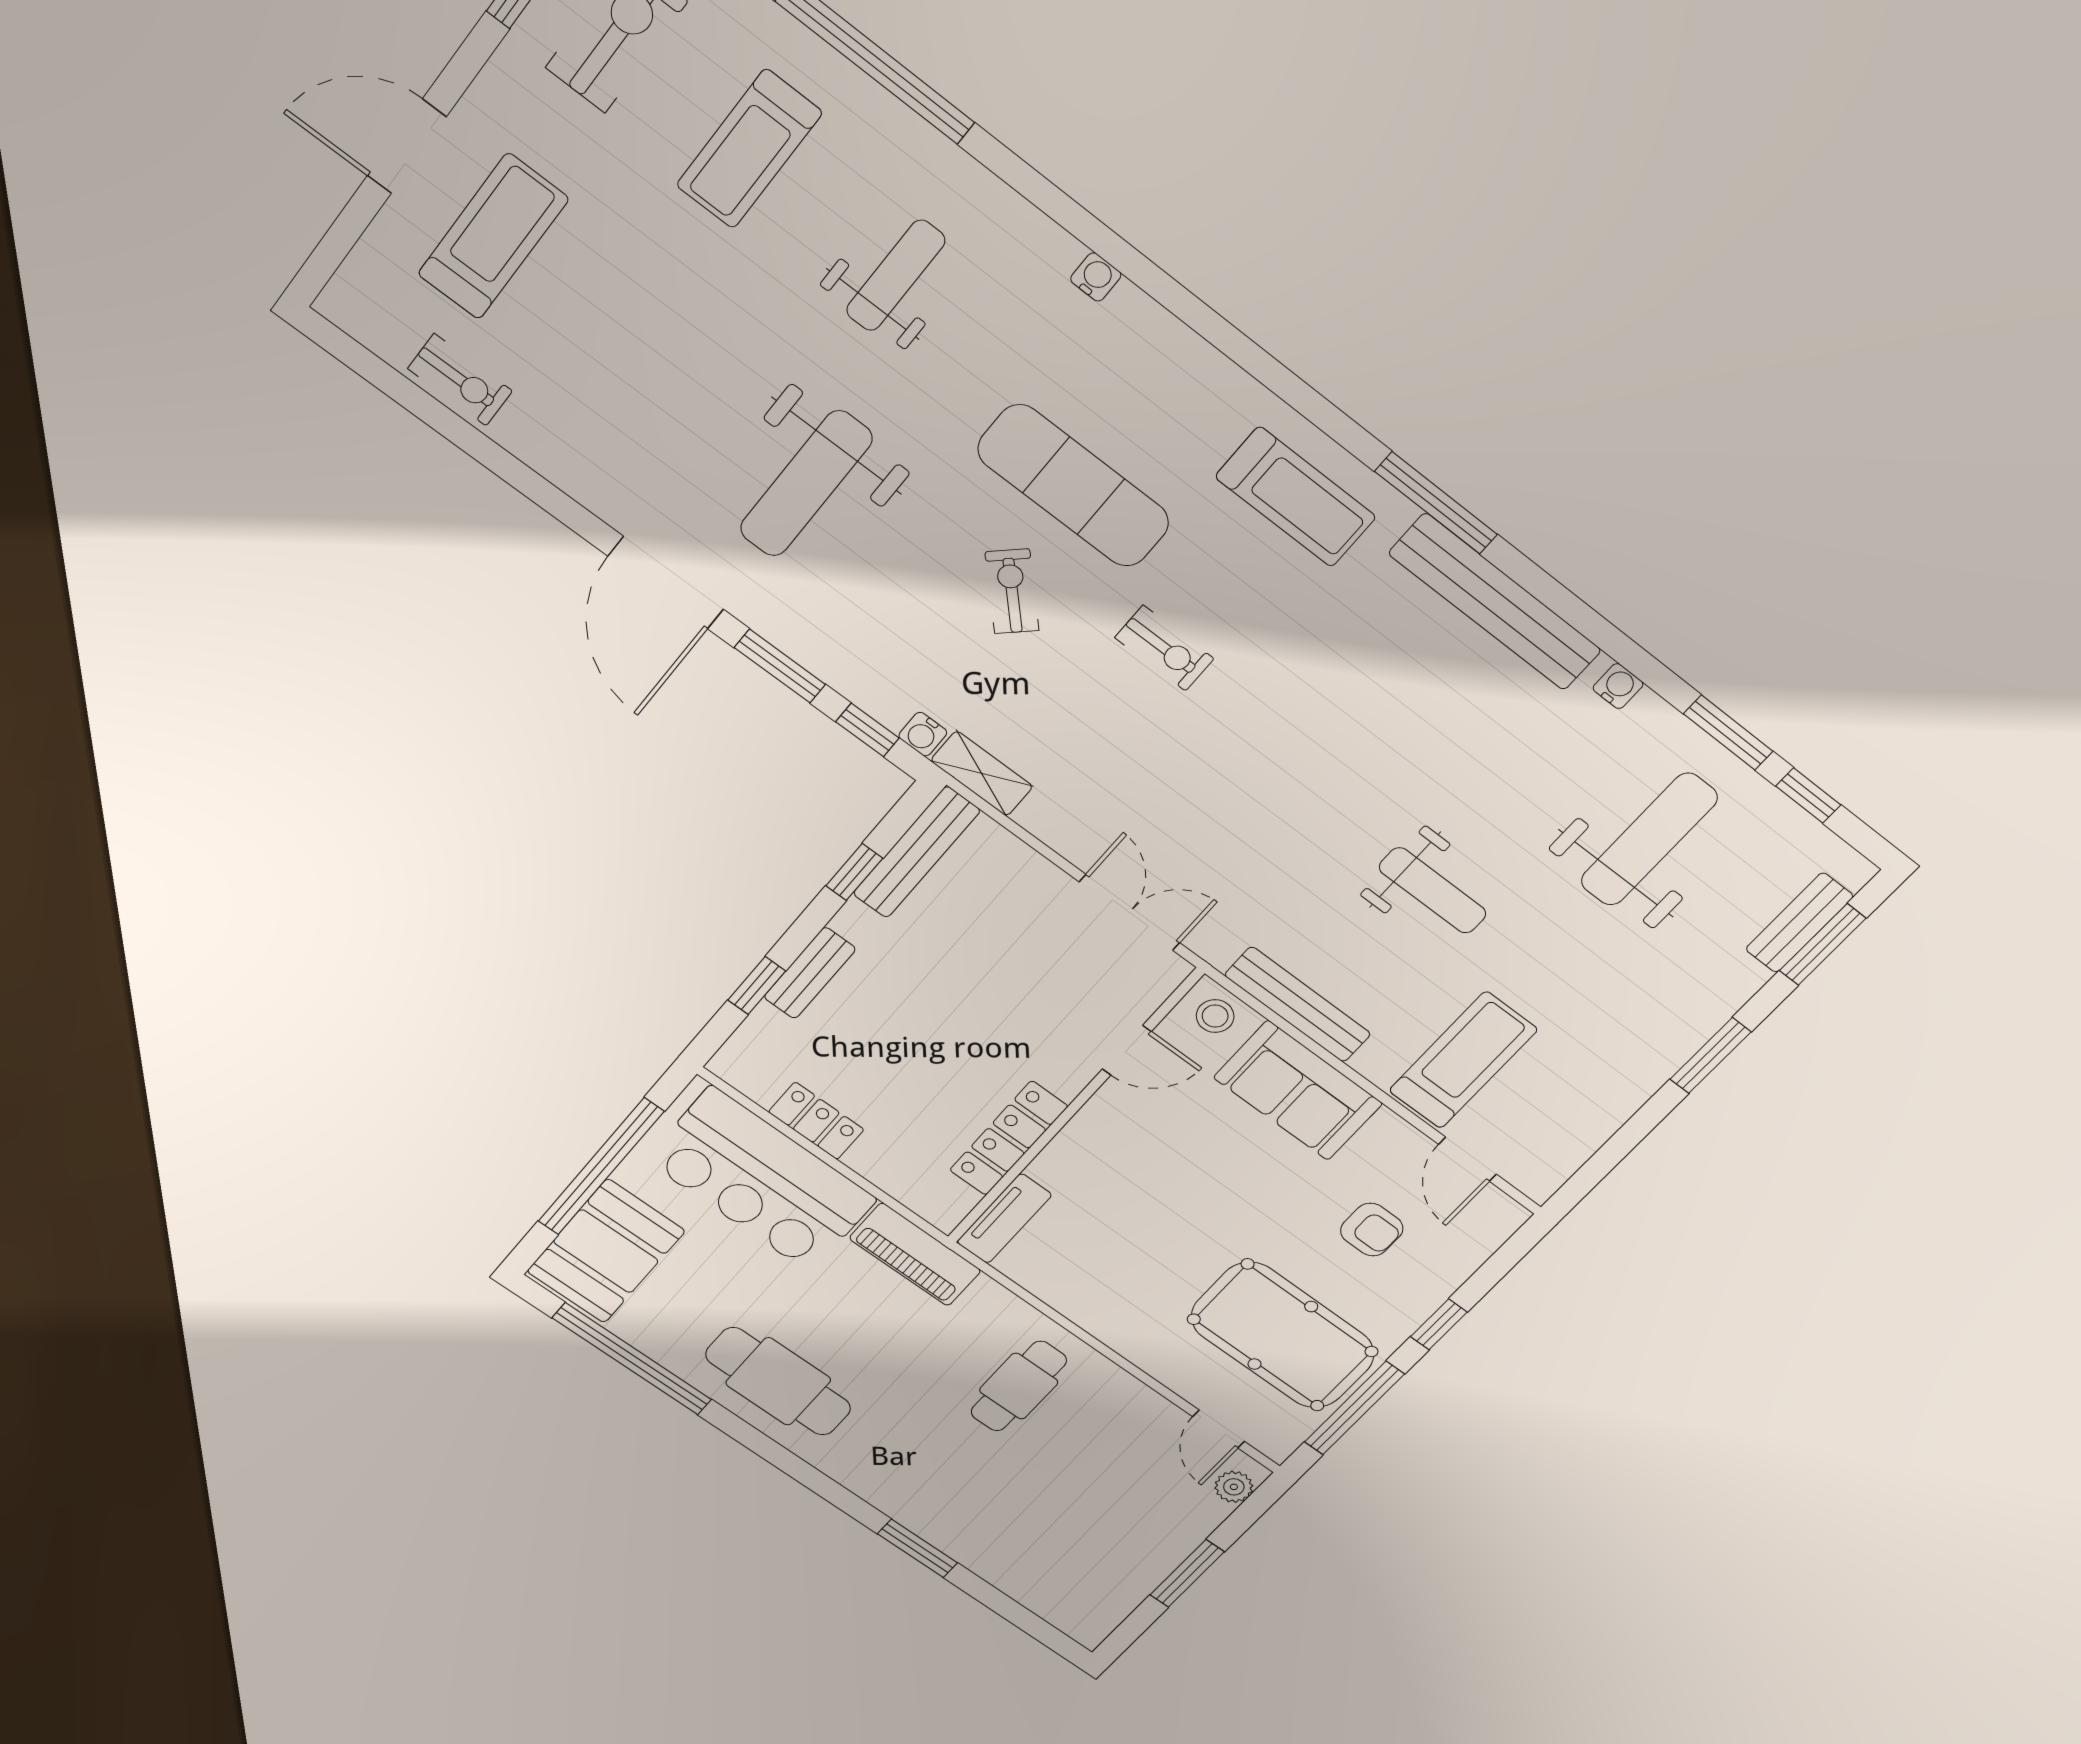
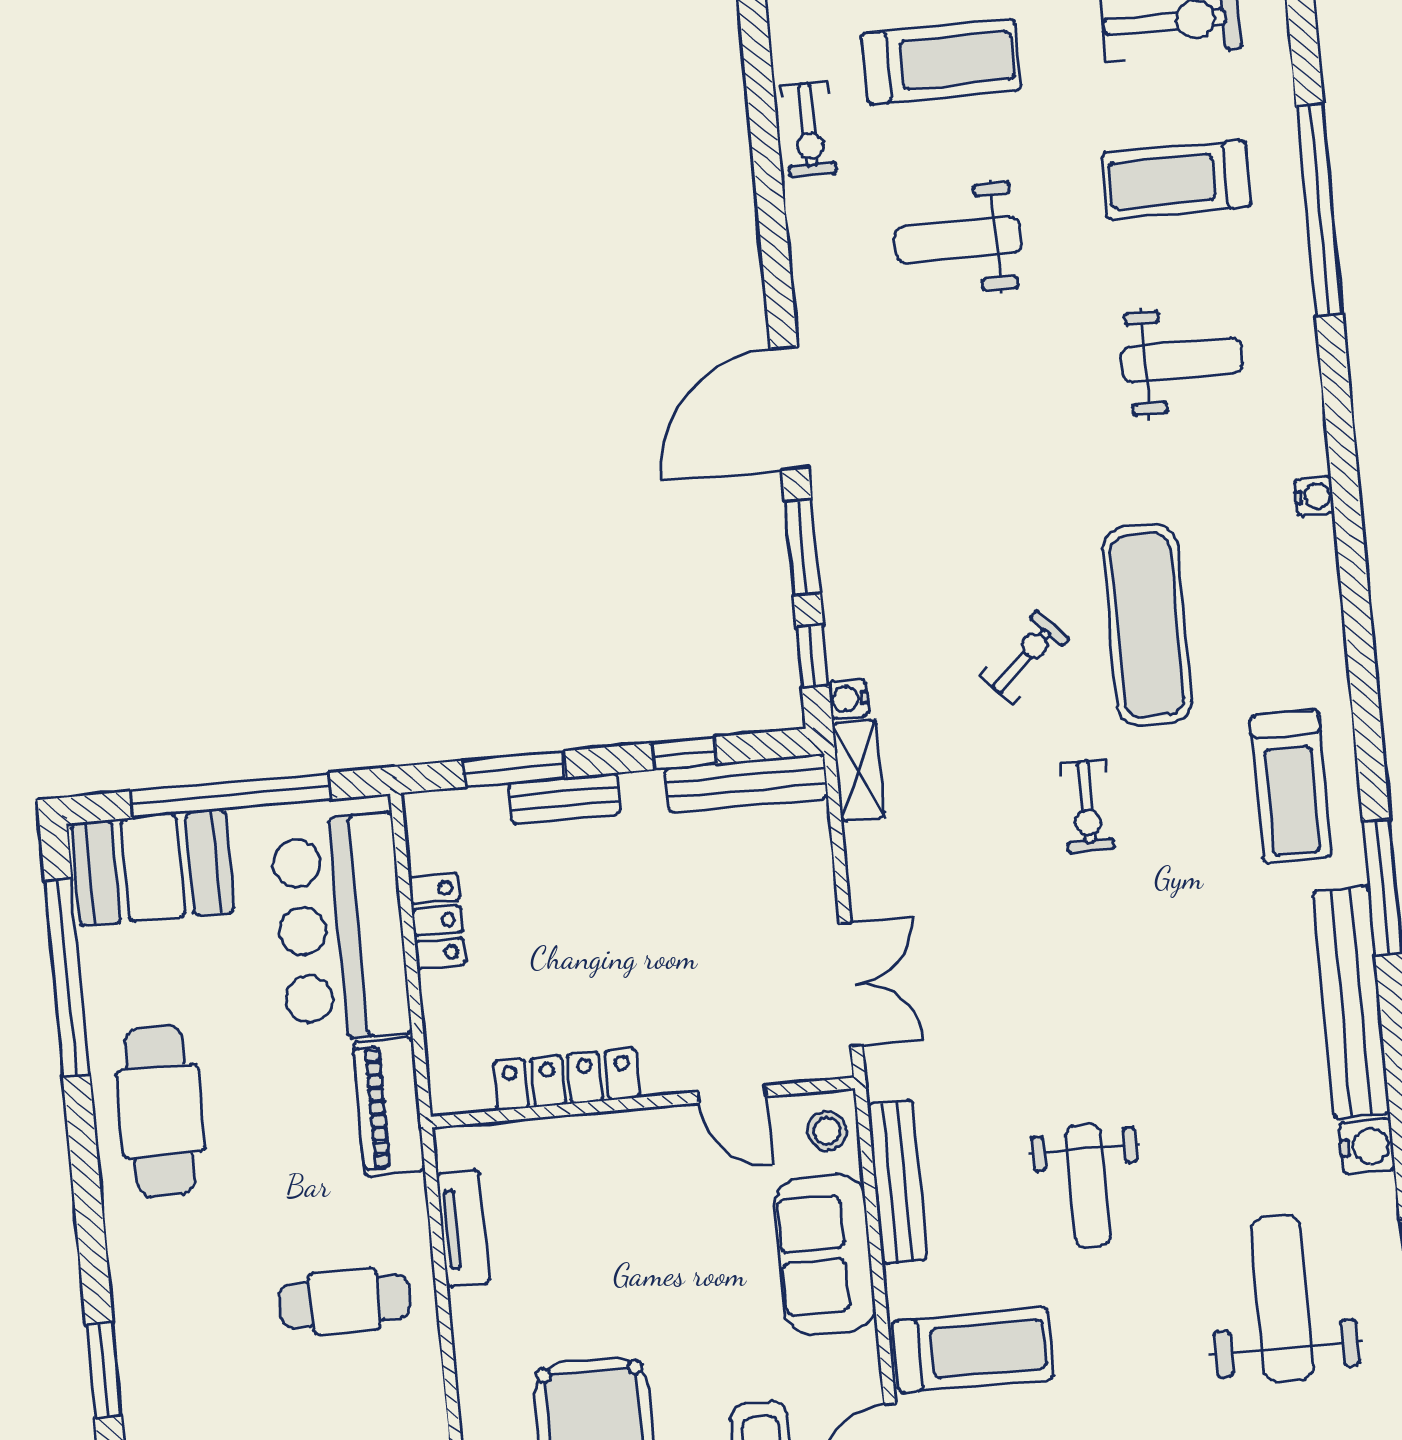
weight bench: (806, 484) -> (958, 240), moved, width x0.73, depth x0.75
water cooler: (1618, 686) -> (1367, 1146), width x1.38, depth x1.38
weight bench: (1649, 839) -> (1282, 1298), turned -90
window: (757, 985) -> (514, 769), width x1.50
tv unit: (1004, 1218) -> (463, 1228), moved, turned -90

